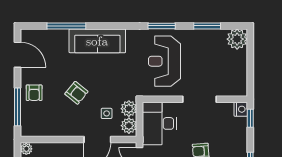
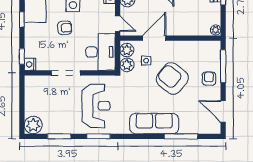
armchair: (76, 93) -> (172, 79), width x1.88, depth x1.88

